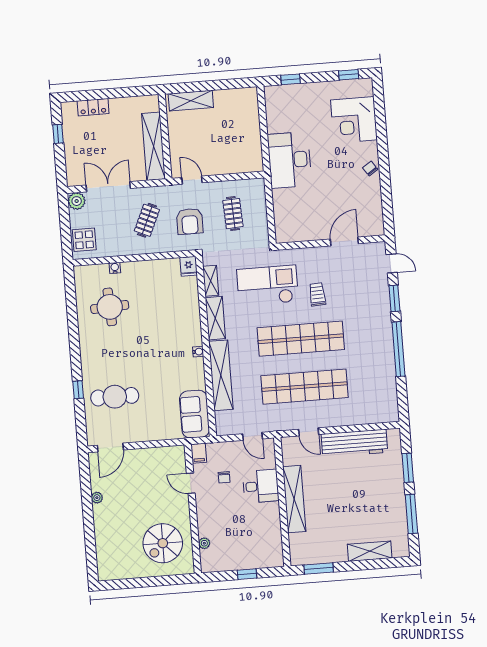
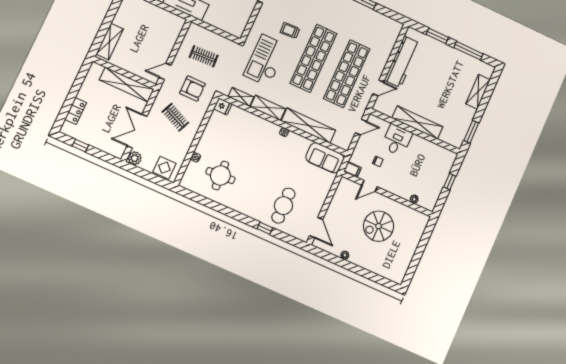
spiral stairs: (163, 543) -> (379, 226), moved, turned 90

